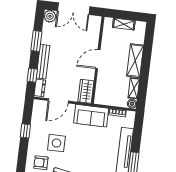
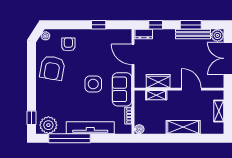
door: (98, 59) -> (191, 89), moved
bench: (43, 62) -> (193, 34), moved
shelving: (134, 88) -> (156, 95), moved
wardrobe: (86, 91) -> (158, 81), moved
side table: (56, 143) -> (93, 84), moved

